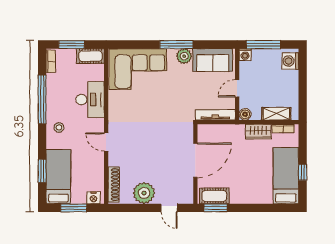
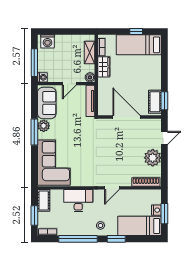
door: (237, 88) -> (69, 84), hinge flipped
window: (42, 171) -> (116, 239), moved
nightstand: (94, 198) -> (156, 210), moved

